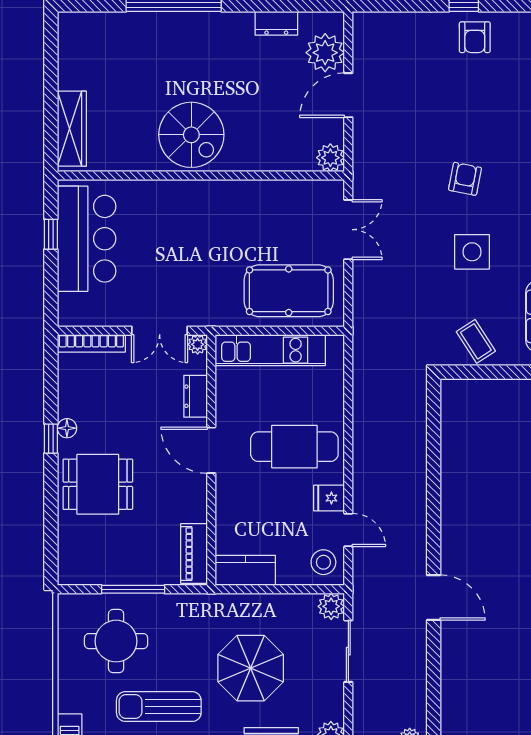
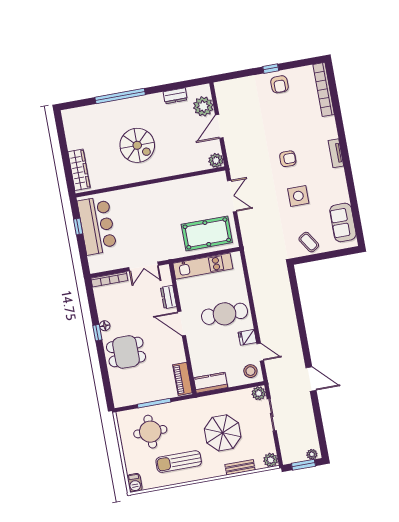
spiral stairs: (191, 135) -> (137, 145), moved
armchair: (465, 179) -> (288, 159), turned 79
plant: (198, 344) -> (165, 270), removed

